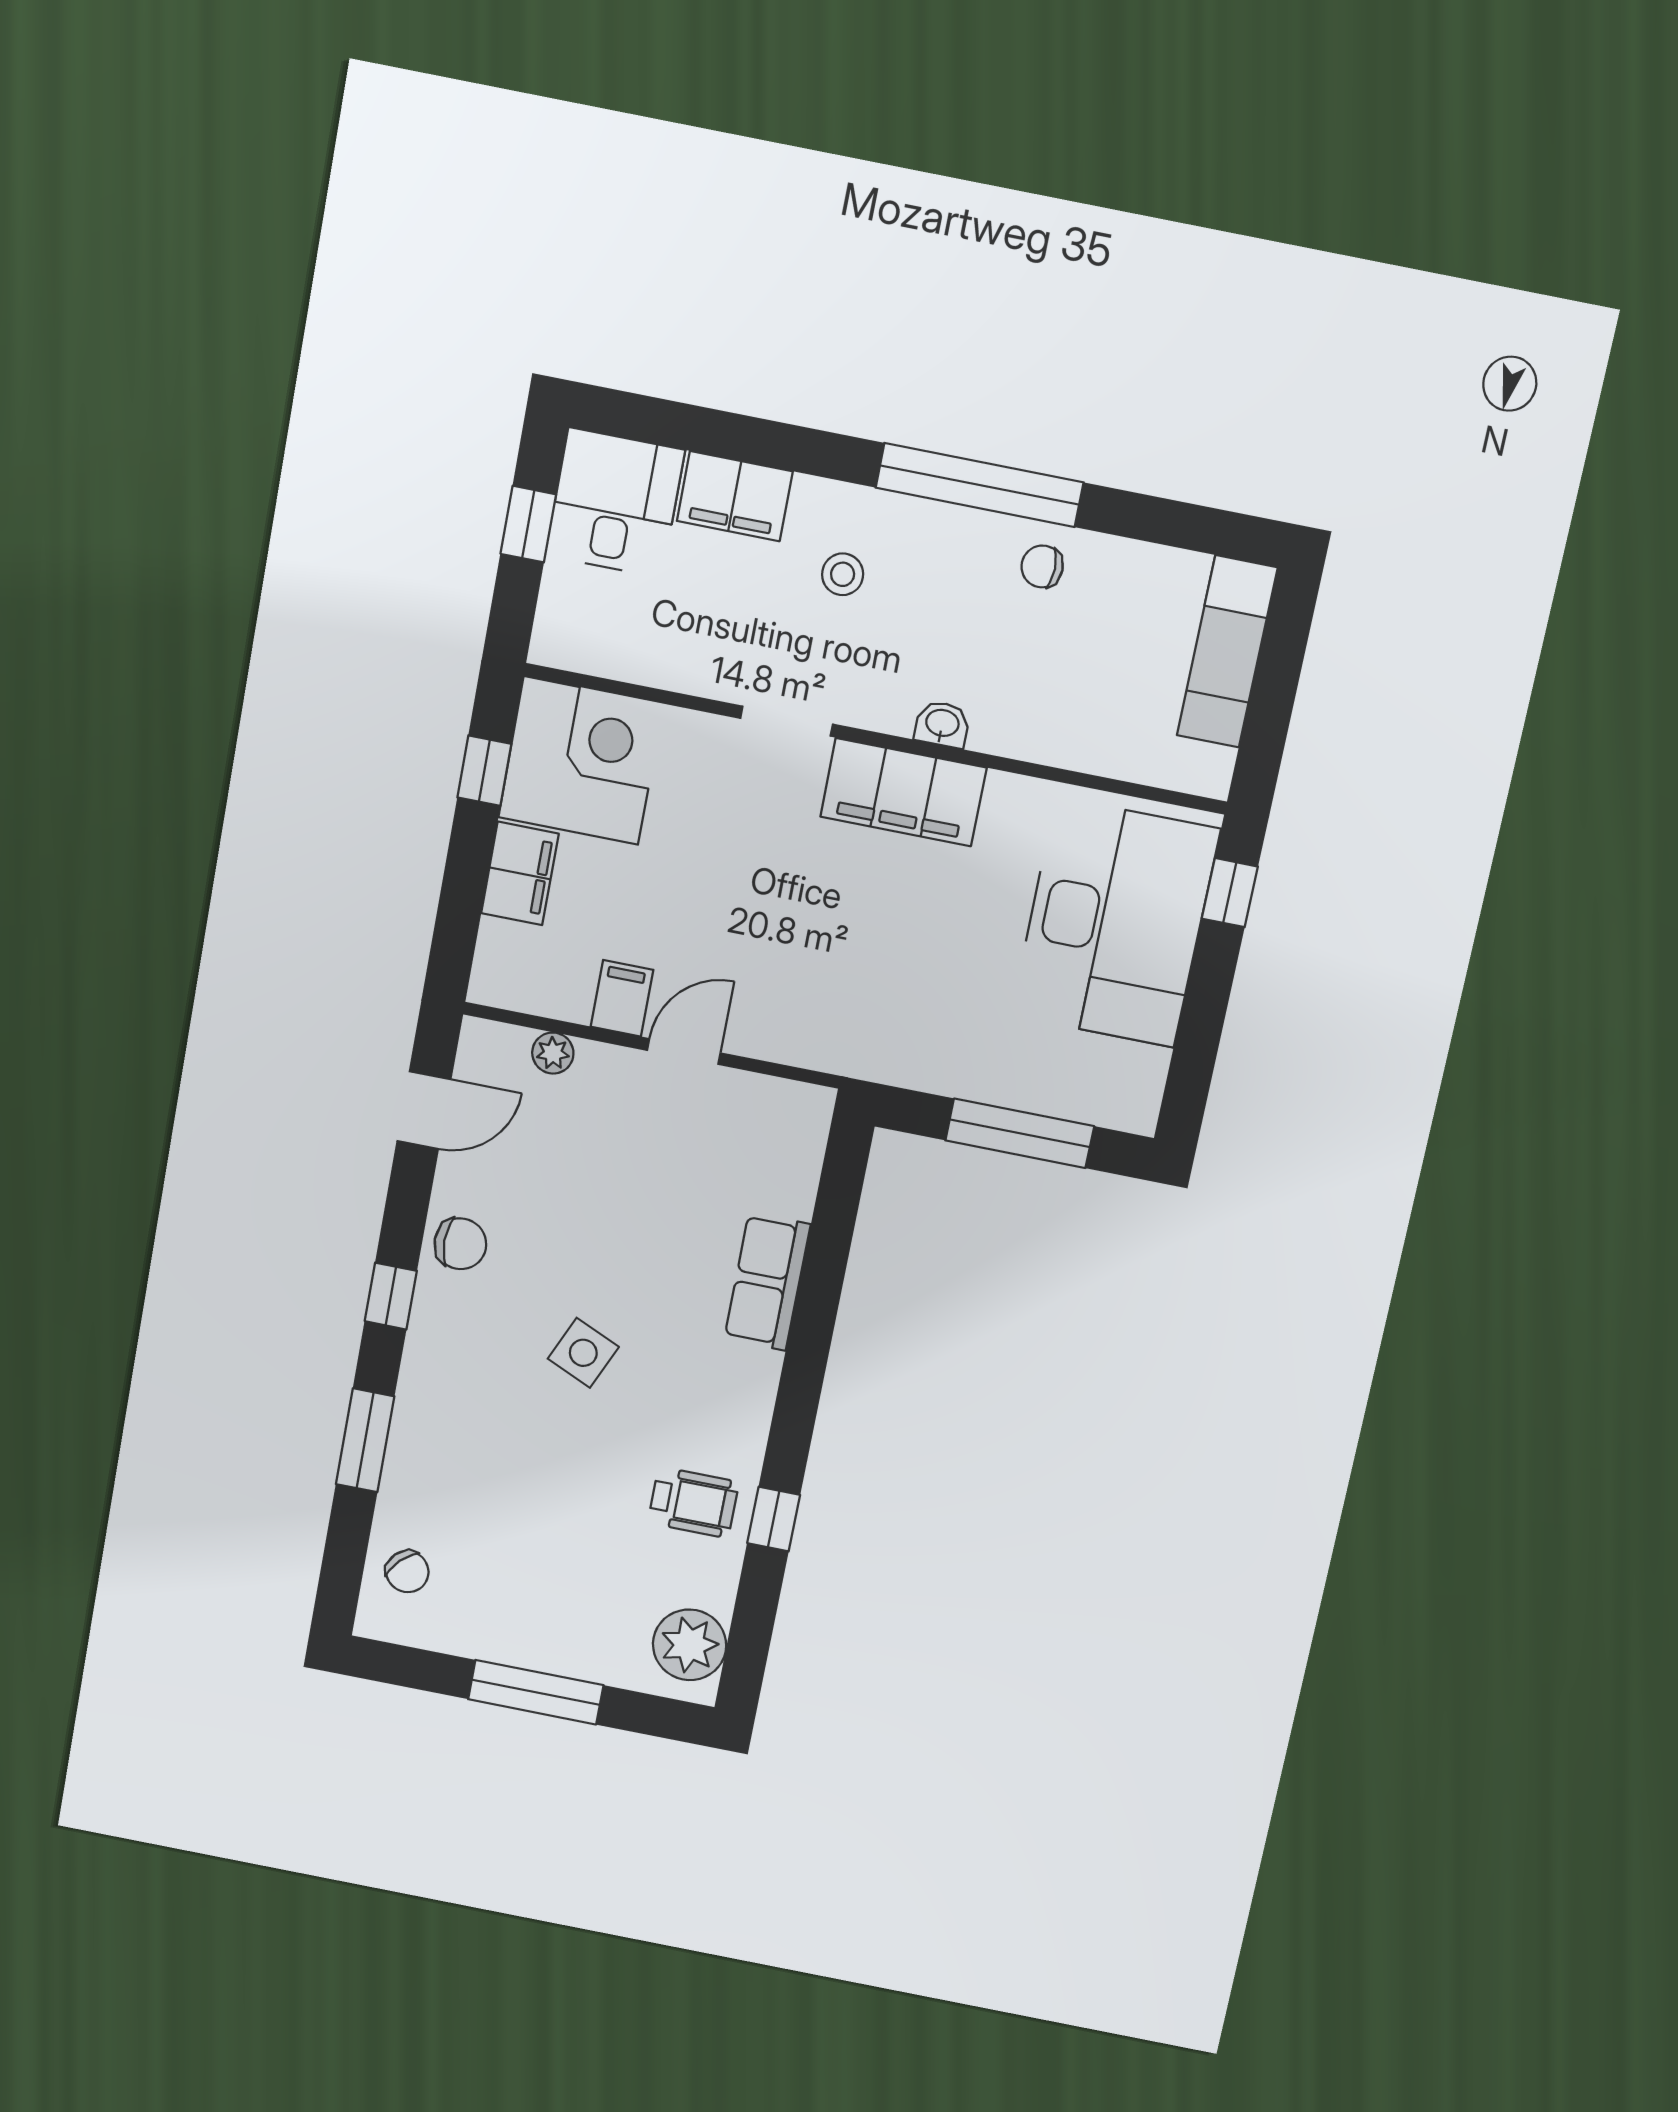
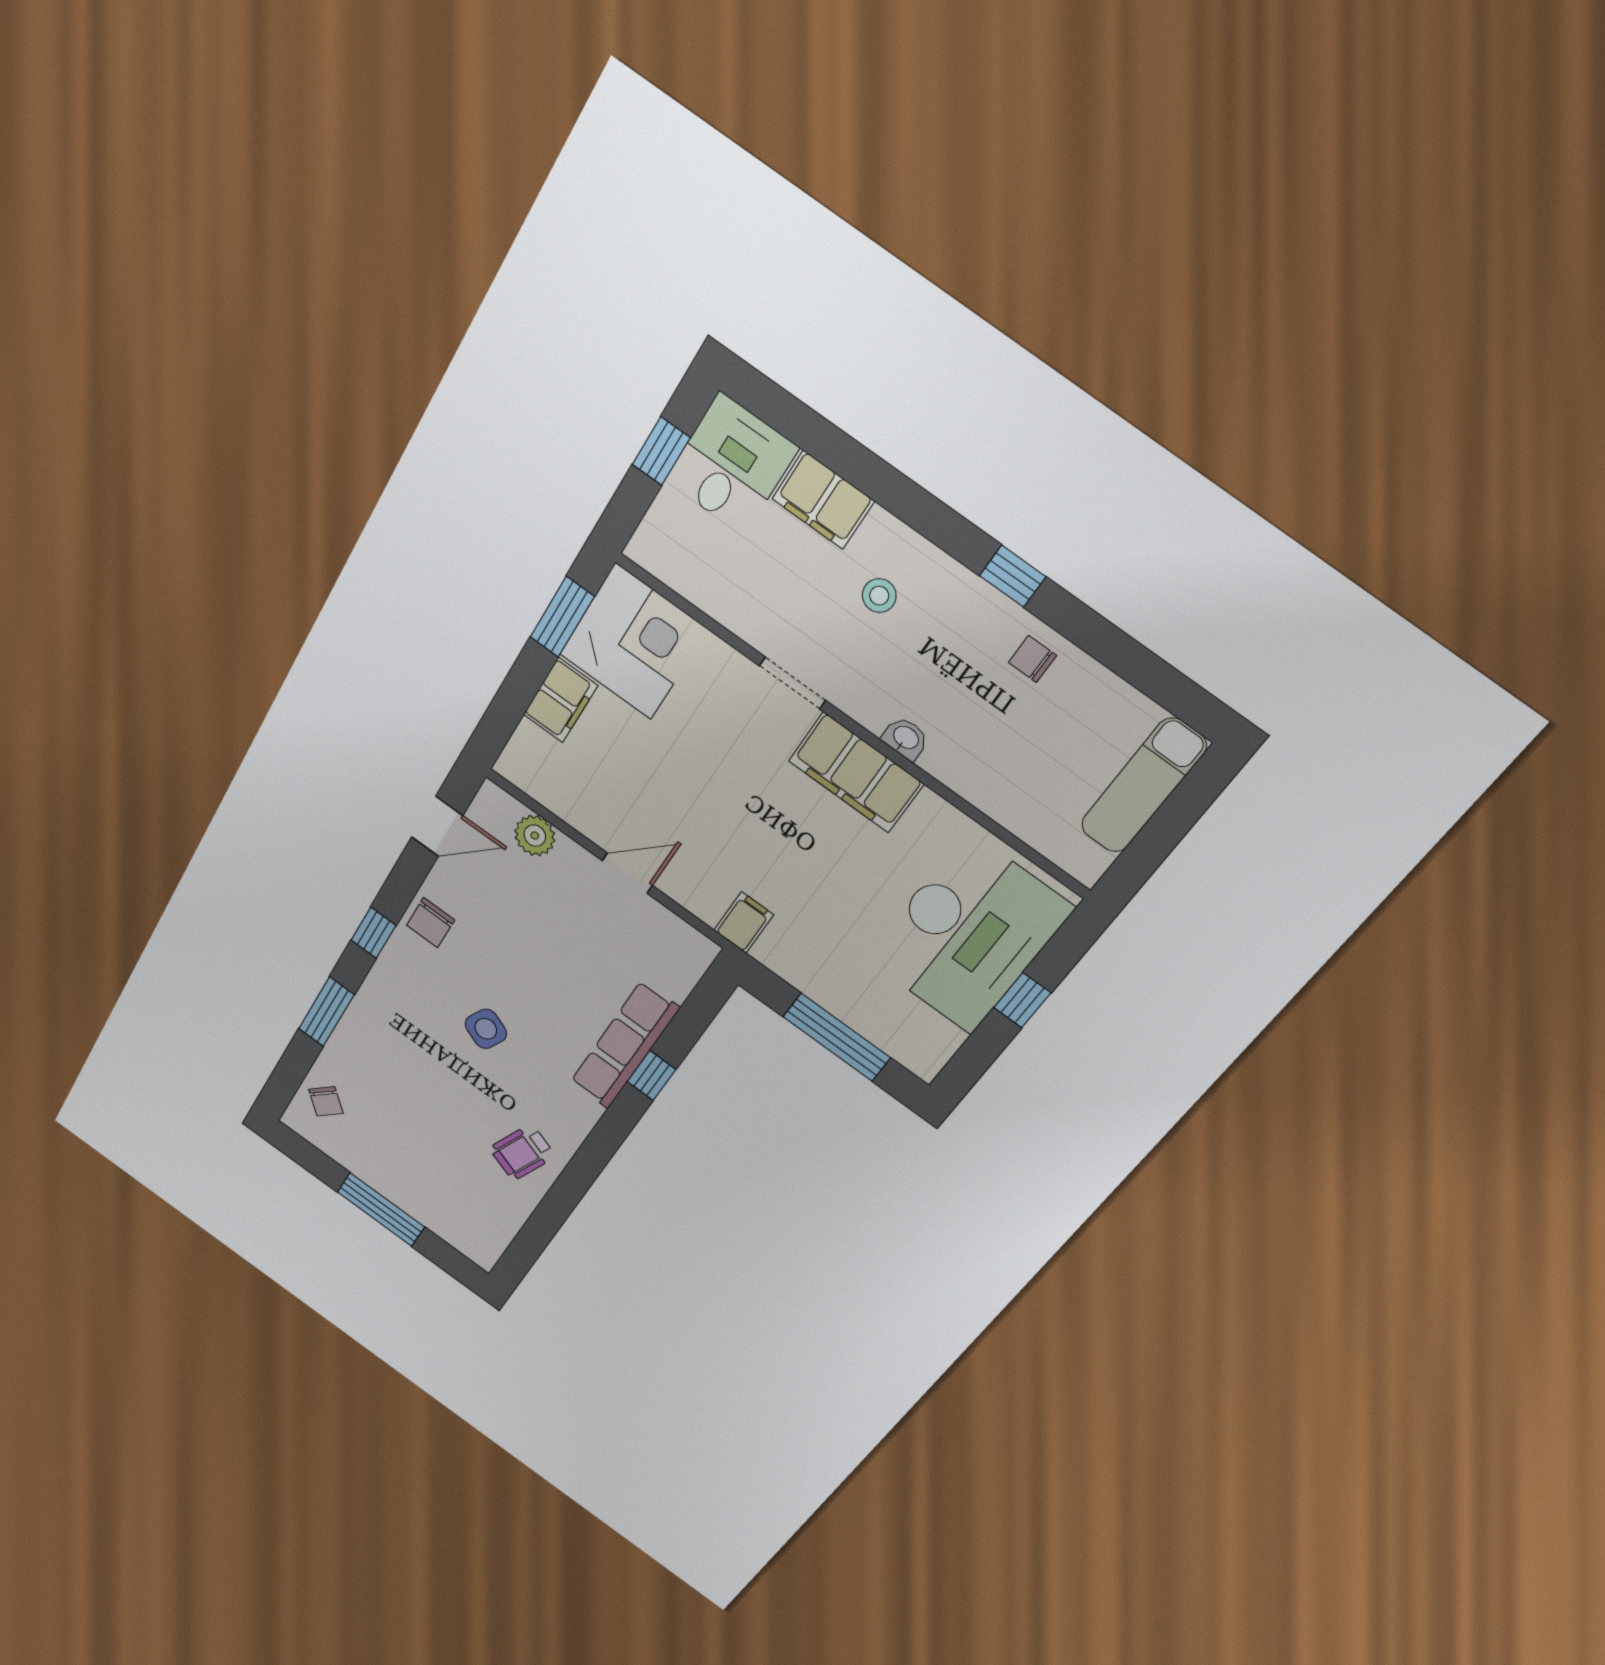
window: (980, 485) -> (1013, 576), width x0.32
window: (484, 771) -> (562, 617), width x1.50
window: (1230, 893) -> (1022, 1000), moved
filing cabinet: (622, 998) -> (744, 922), moved
plant: (553, 1053) -> (535, 836), width x1.38, depth x1.38
chair: (460, 1244) -> (431, 923), turned 90
row of seats: (767, 1282) -> (625, 1045), width x1.48
wheelchair: (693, 1502) -> (522, 1152), turned 111
window: (774, 1519) -> (651, 1076), moved
plant: (690, 1645) -> (487, 1232), removed

